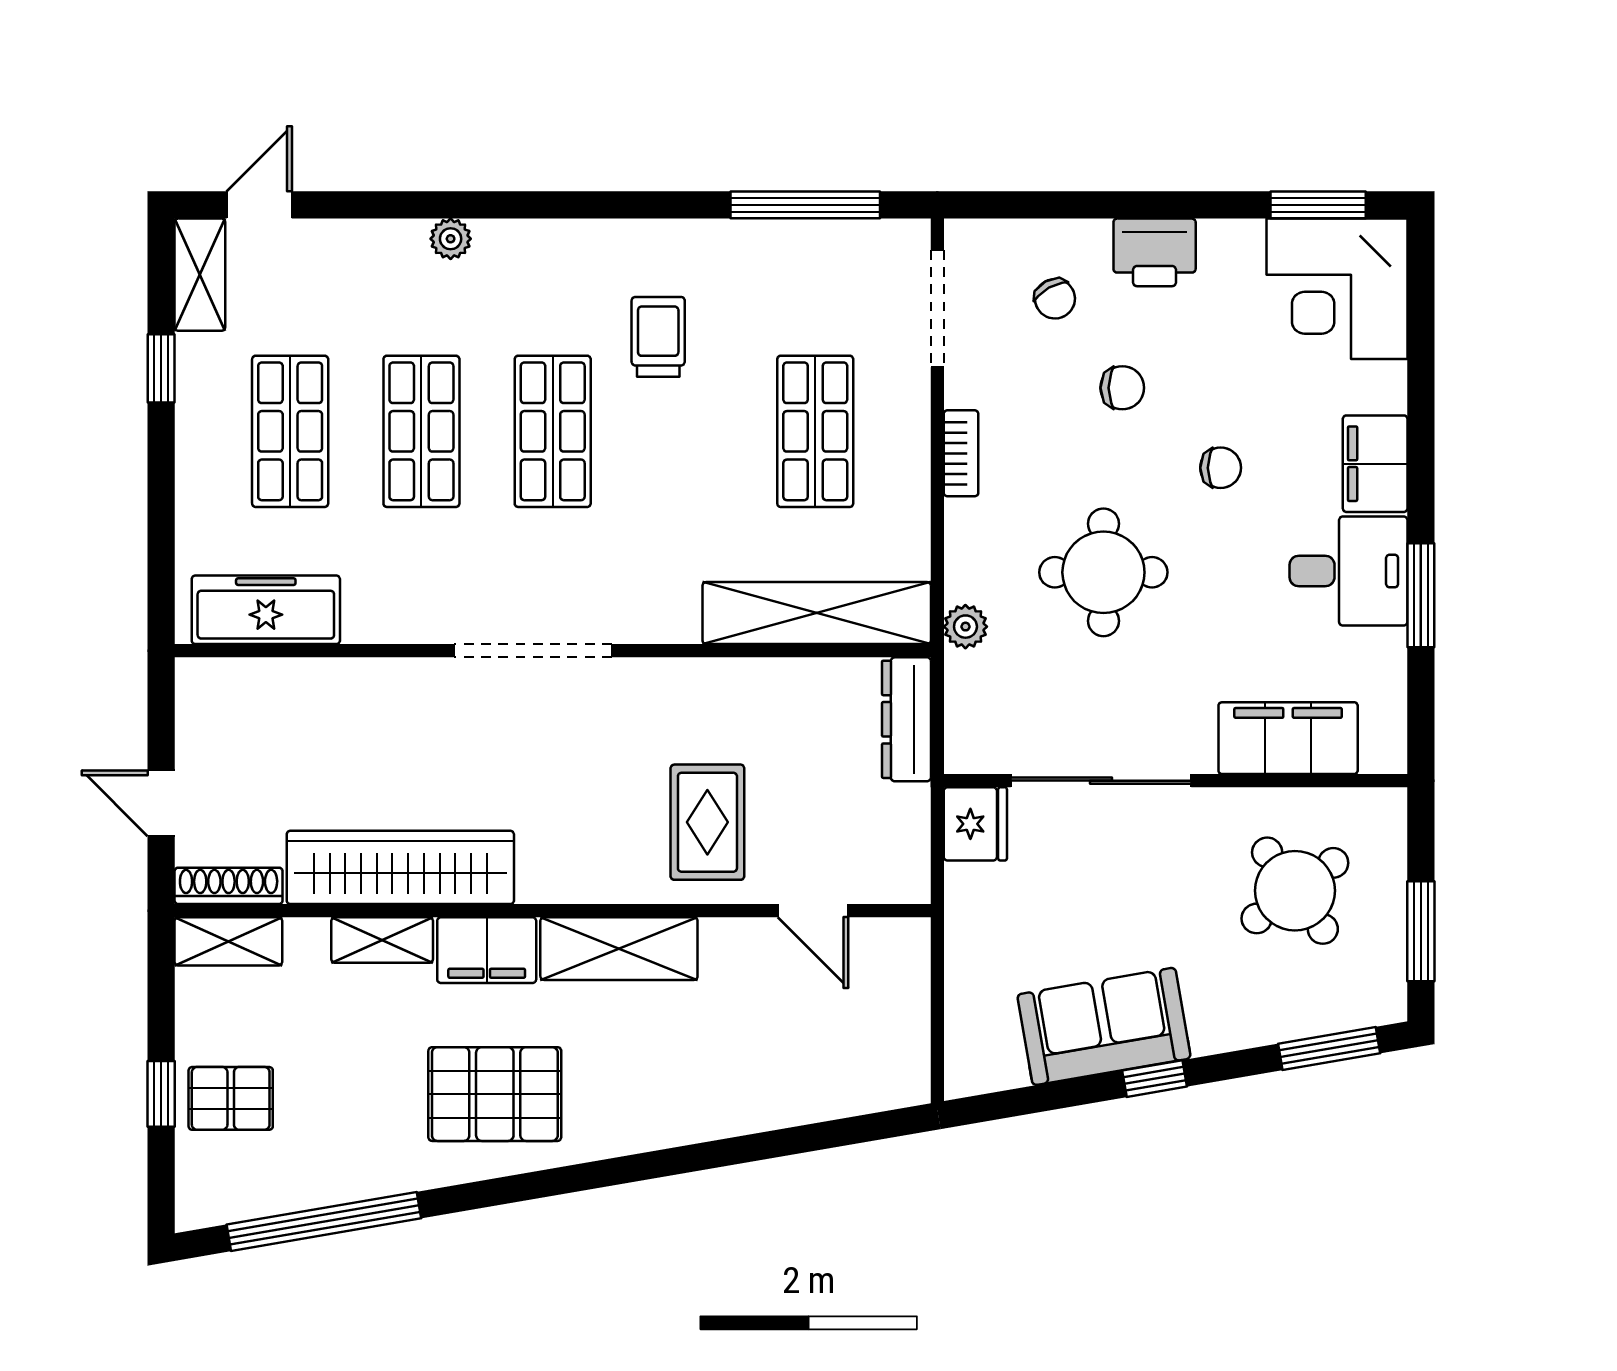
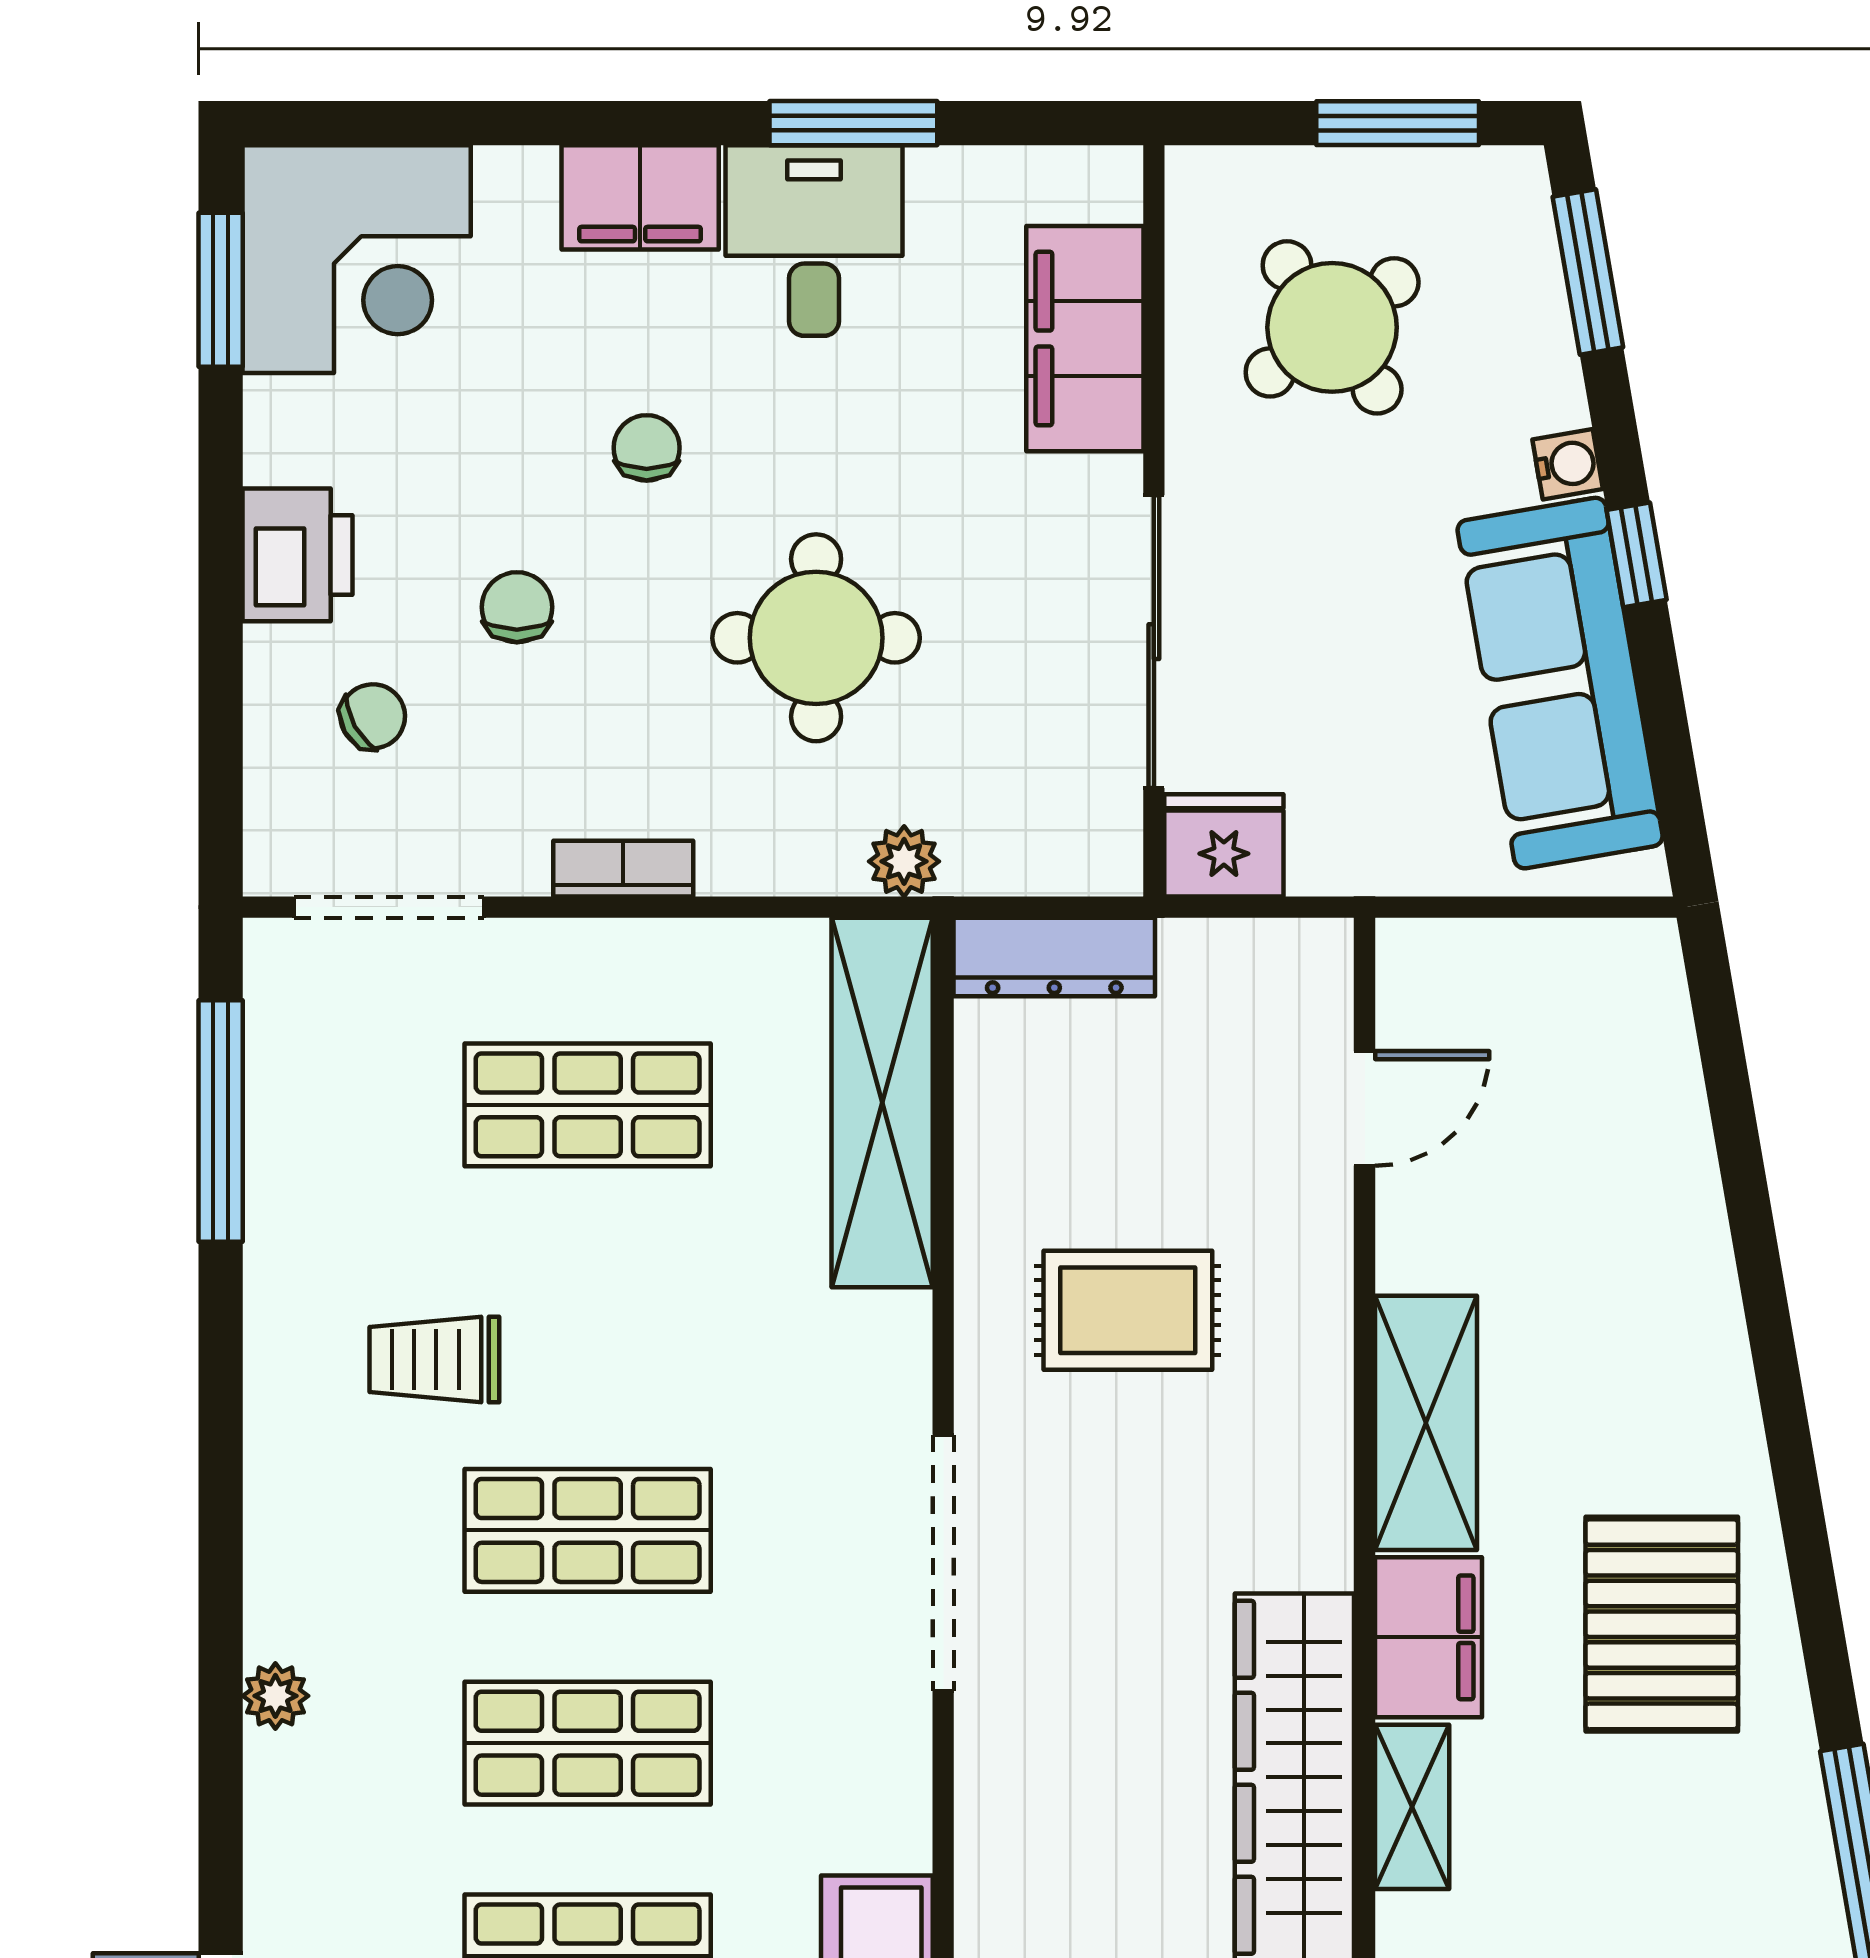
rug: (707, 822) -> (1128, 1310), moved
sofa: (1104, 1026) -> (1560, 683), width x1.36
water cooler: (1211, 1036) -> (1568, 464), added

